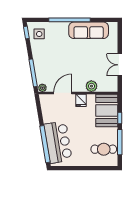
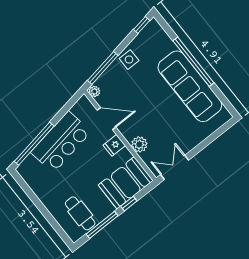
sofa: (89, 30) -> (190, 86), width x1.36, depth x1.27
side table: (39, 34) -> (129, 60), moved
double door: (120, 65) -> (175, 167), moved
bar counter: (58, 142) -> (61, 142), moved

